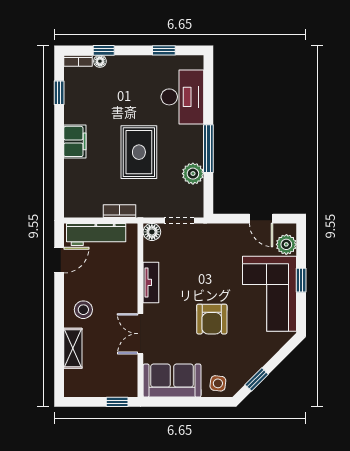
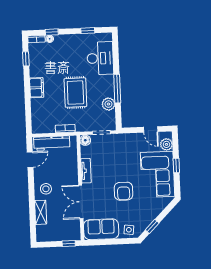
double door: (140, 334) -> (81, 202), width x1.37

